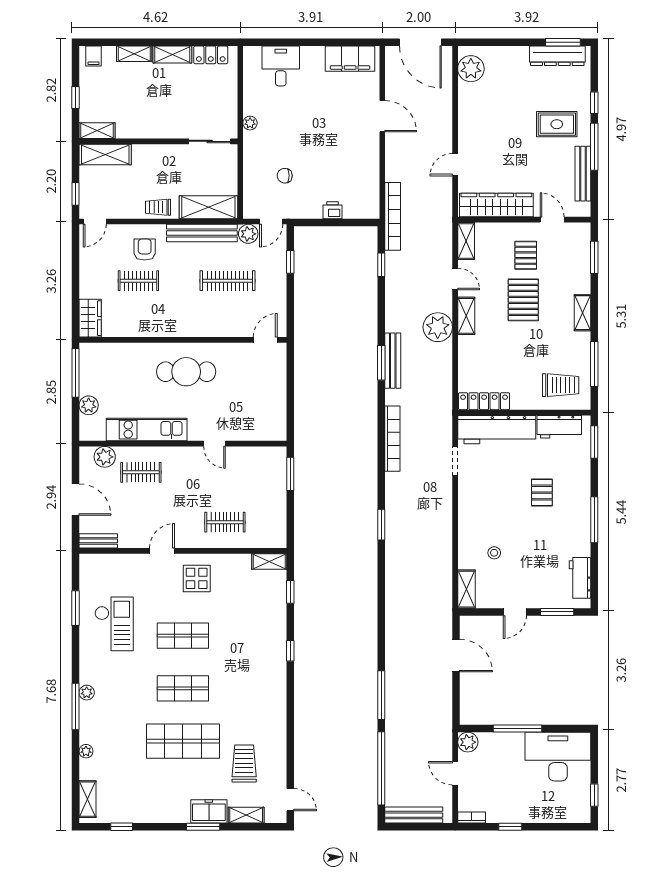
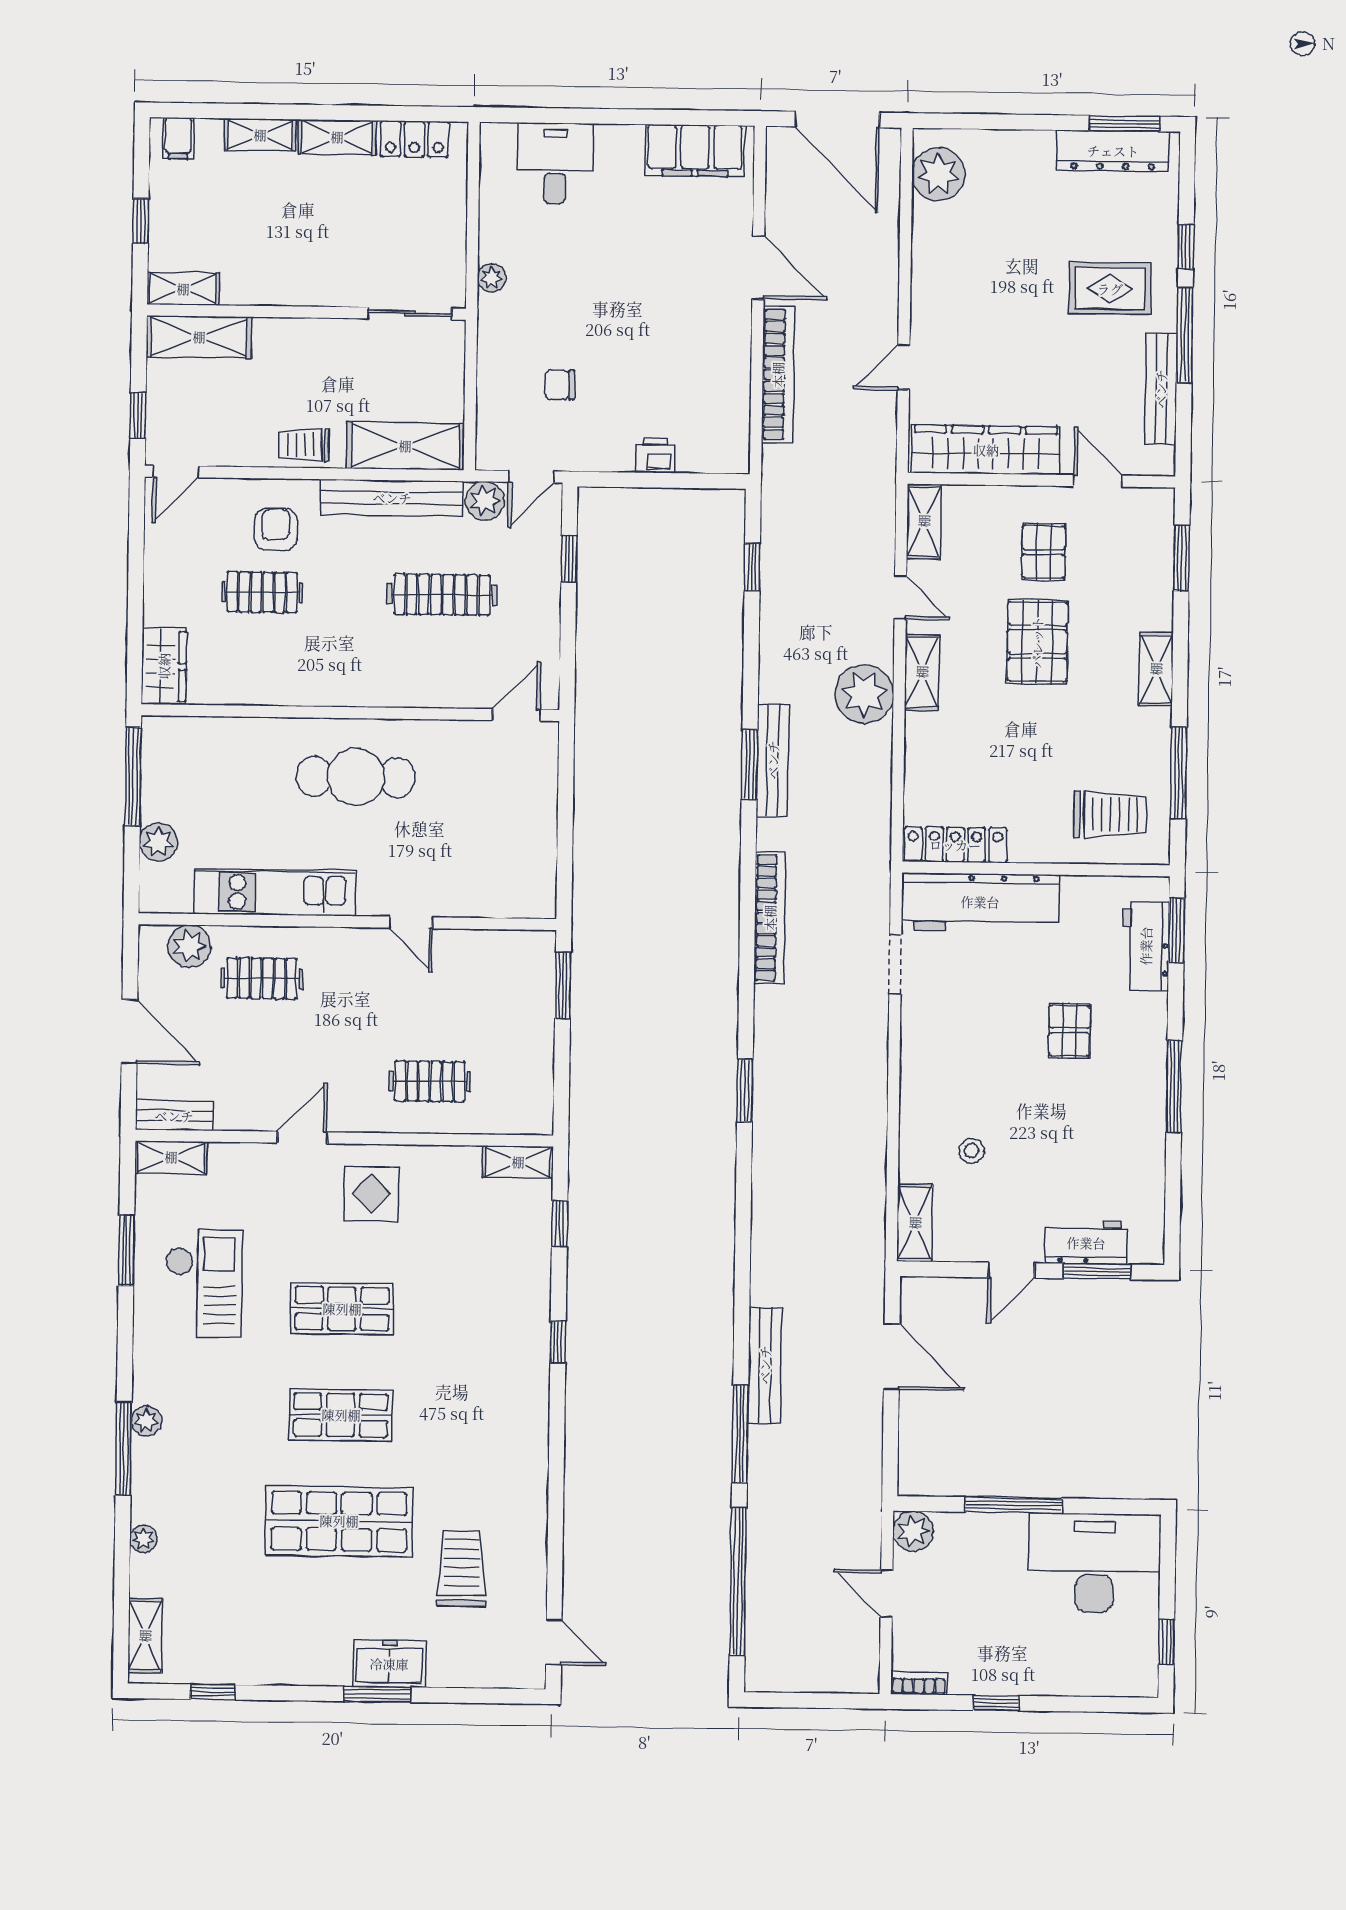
bookcase: (393, 216) -> (778, 375), moved
workbench: (559, 427) -> (1146, 946), moved, turned 90
workbench: (580, 578) -> (1086, 1243), moved, turned 90
shelving: (246, 815) -> (171, 1157), moved
bench: (414, 815) -> (765, 1365), moved, turned 90

